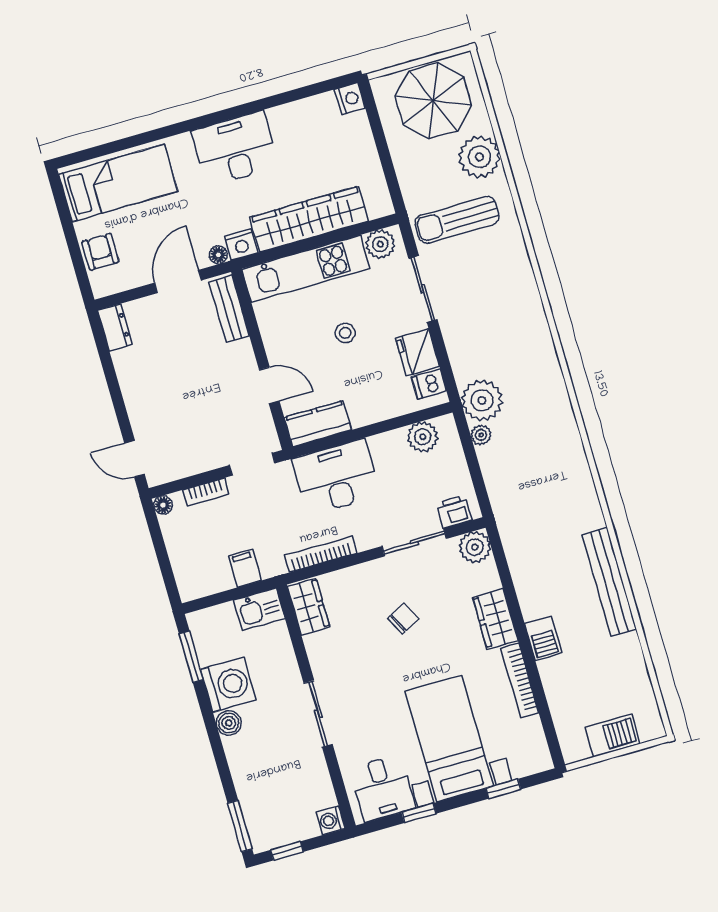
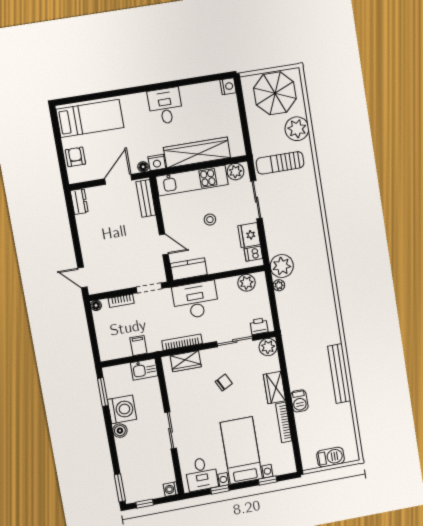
desk: (235, 149) -> (165, 106), width x0.73
wardrobe: (308, 607) -> (186, 361), moved, turned 90

